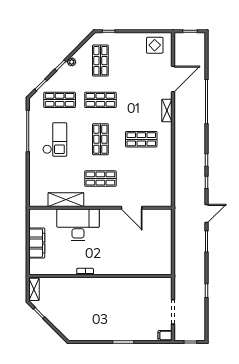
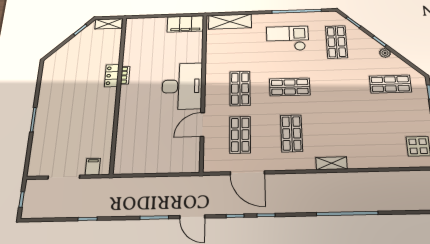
door: (173, 79) -> (247, 173), moved
shop shelf: (100, 100) -> (240, 135), moved
checkout: (55, 139) -> (288, 39), turned 180
shelving: (66, 200) -> (230, 22), moved, turned 90
desk: (78, 225) -> (182, 86), moved
filing cabinet: (37, 243) -> (185, 24), moved
locker: (85, 282) -> (112, 76), added
filing cabinet: (165, 336) -> (93, 167), moved

